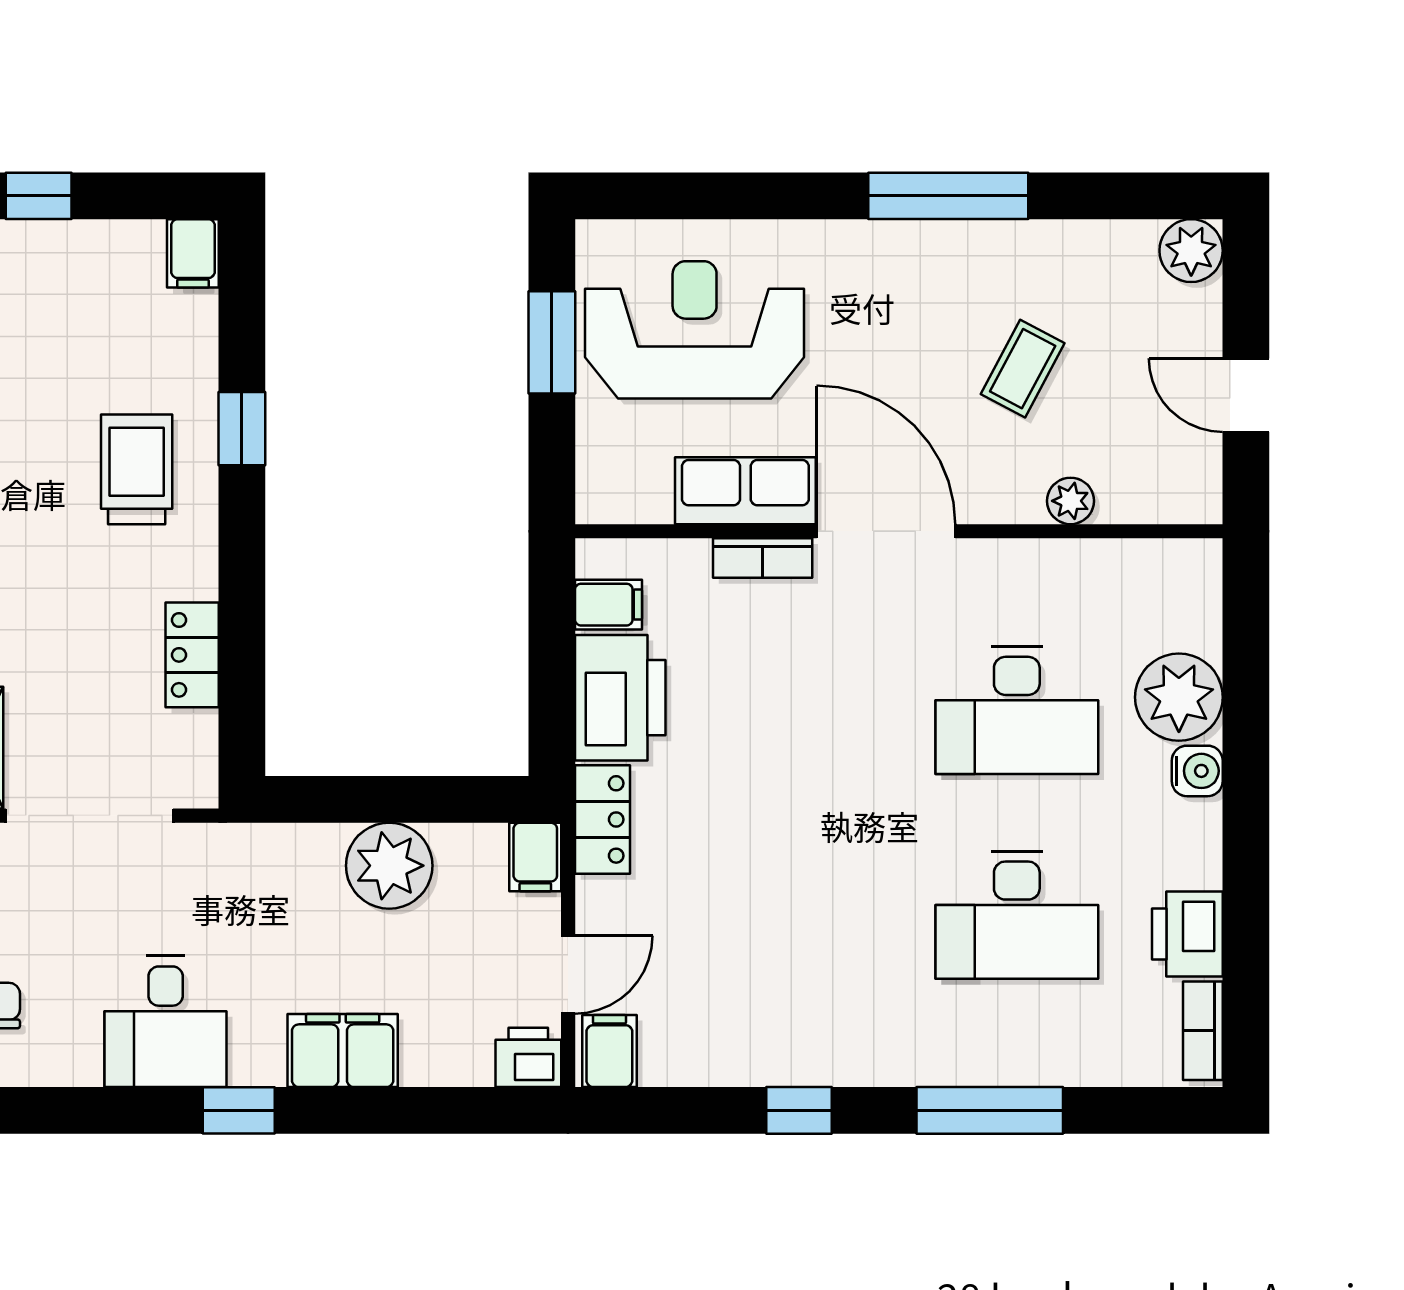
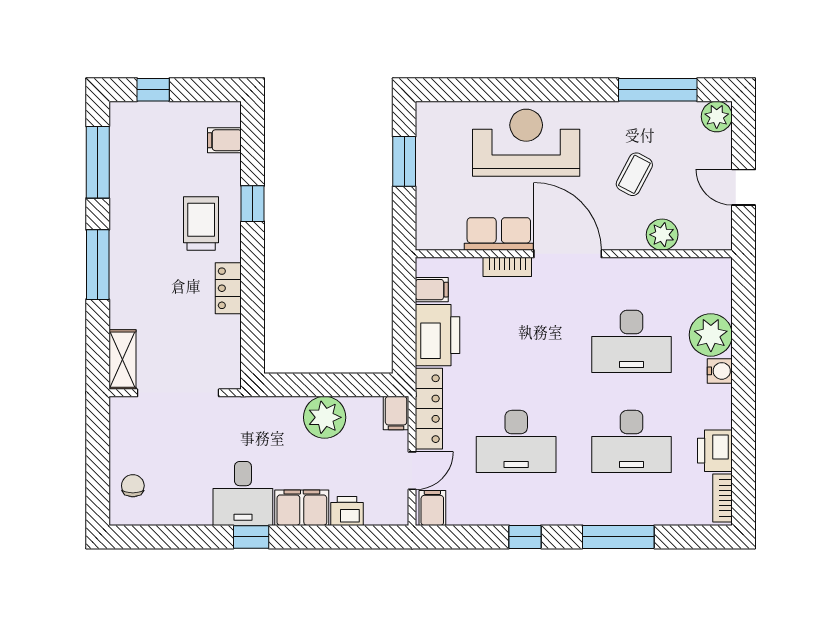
window: (948, 196) -> (658, 90), moved
filing cabinet: (193, 253) -> (224, 140), moved, turned 90
reception desk: (695, 330) -> (526, 143), moved
plant: (1071, 501) -> (662, 235), width x1.38, depth x1.38
locker: (192, 655) -> (228, 288), moved
locker: (602, 819) -> (429, 409), width x1.53
desk: (781, 915) -> (516, 441), added
desk: (166, 1022) -> (243, 494), moved
printer: (528, 1057) -> (347, 511), moved

